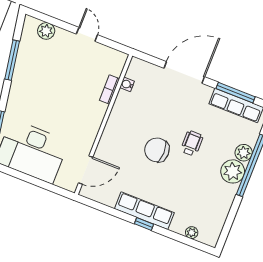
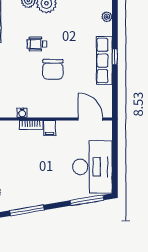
water cooler: (127, 84) -> (22, 113), moved
bookcase: (109, 89) -> (31, 125), moved
filing cabinet: (93, 121) -> (50, 128), added

